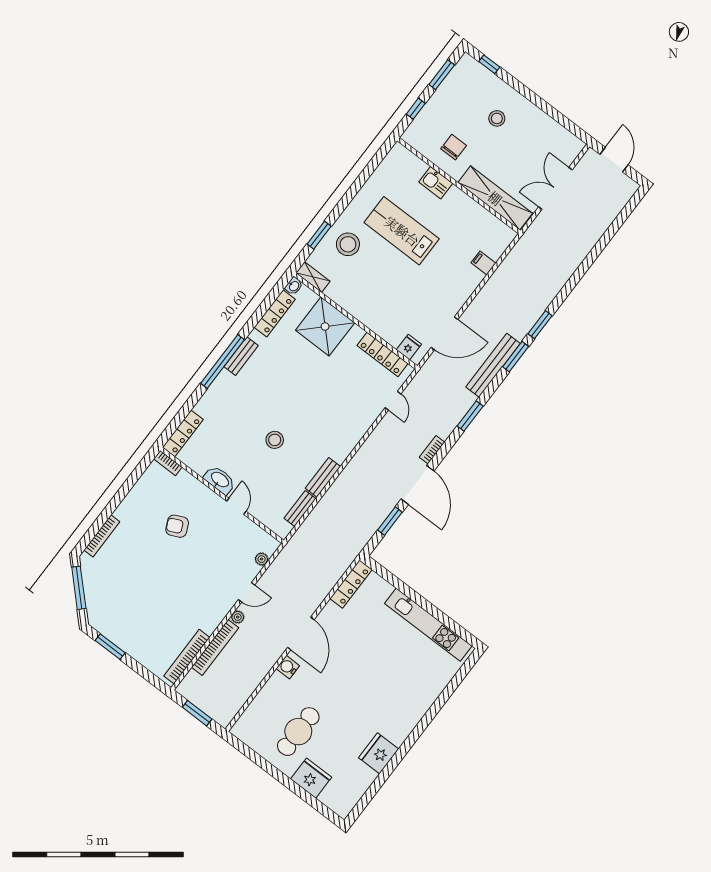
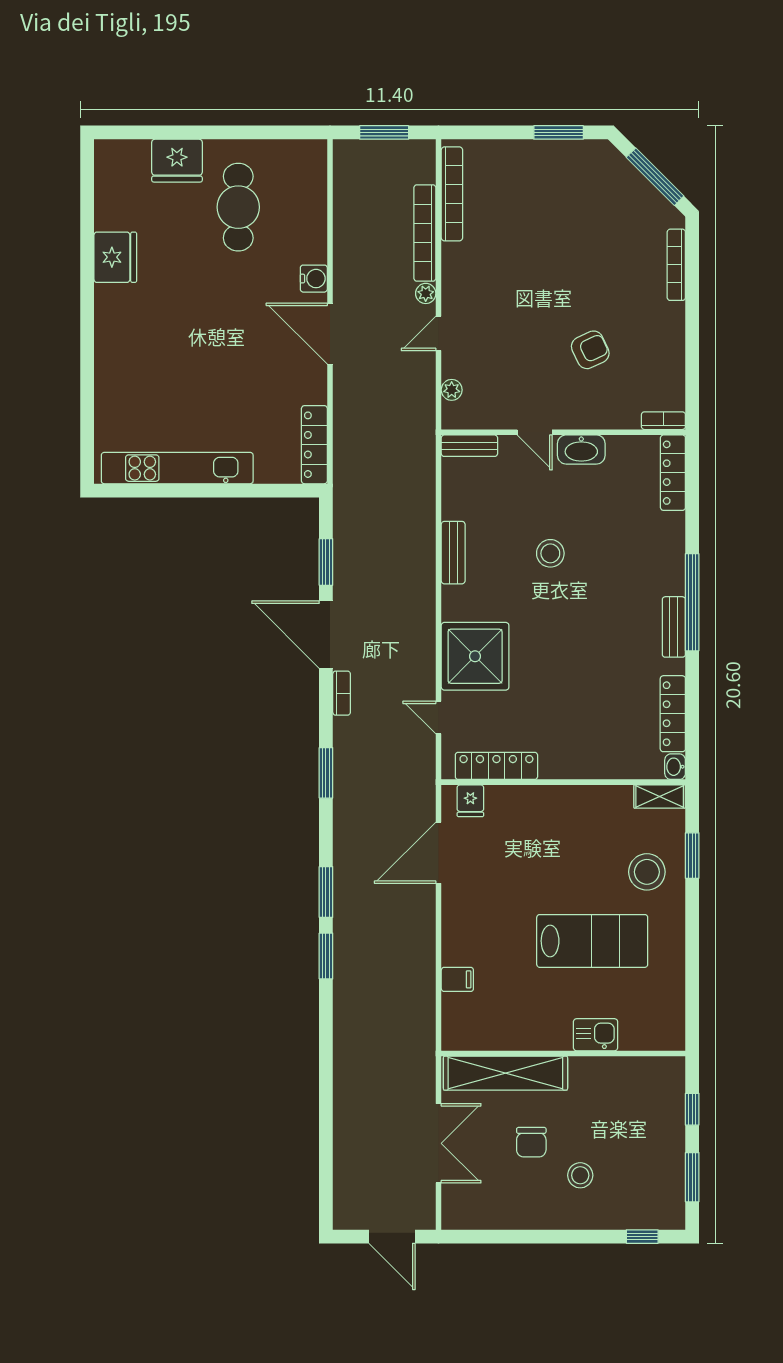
chair: (454, 147) -> (531, 1142), moved
shower: (325, 326) -> (475, 656), moved
bench: (493, 365) -> (346, 859), removed
bench: (300, 508) -> (469, 446), moved, turned 90

